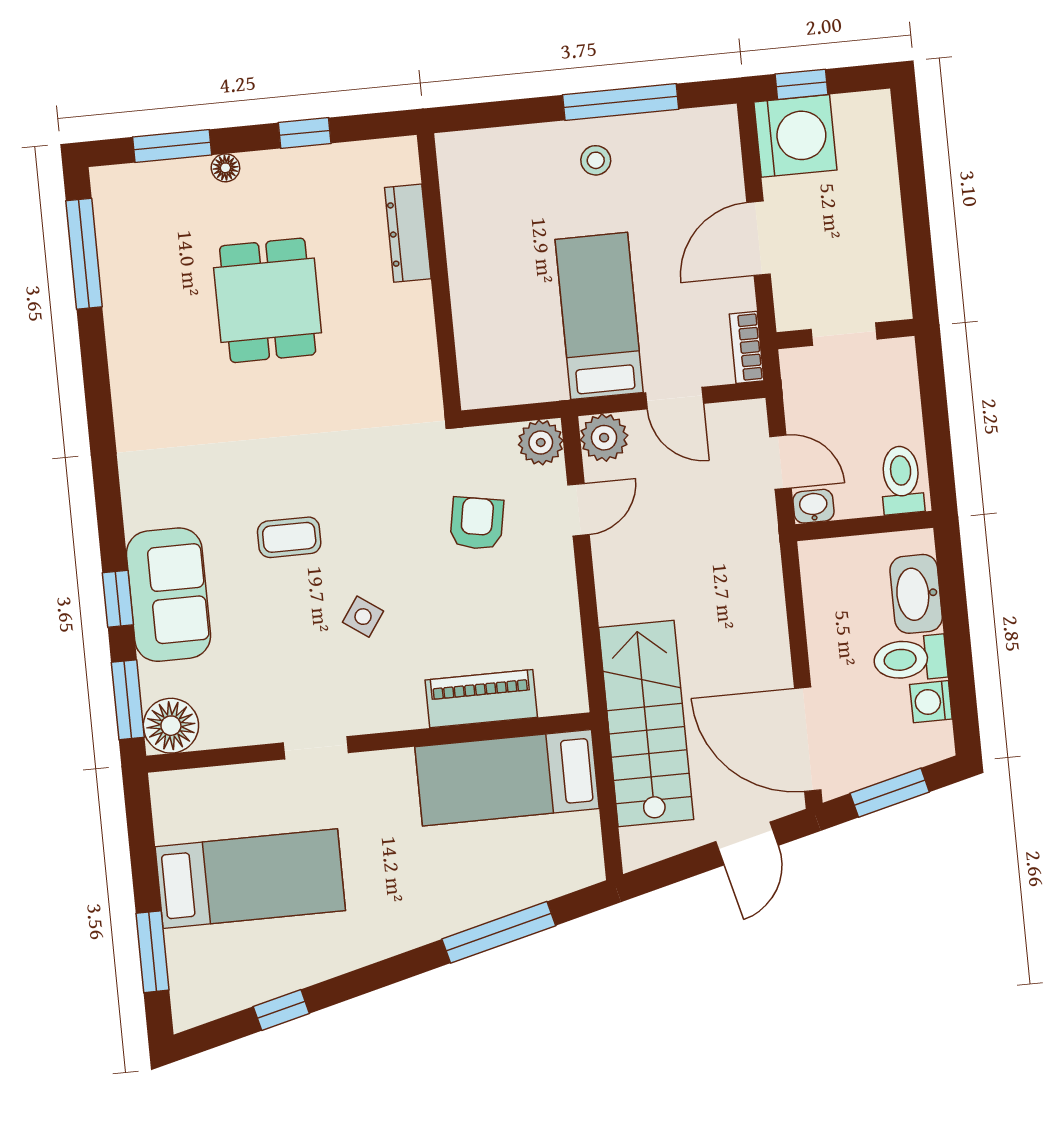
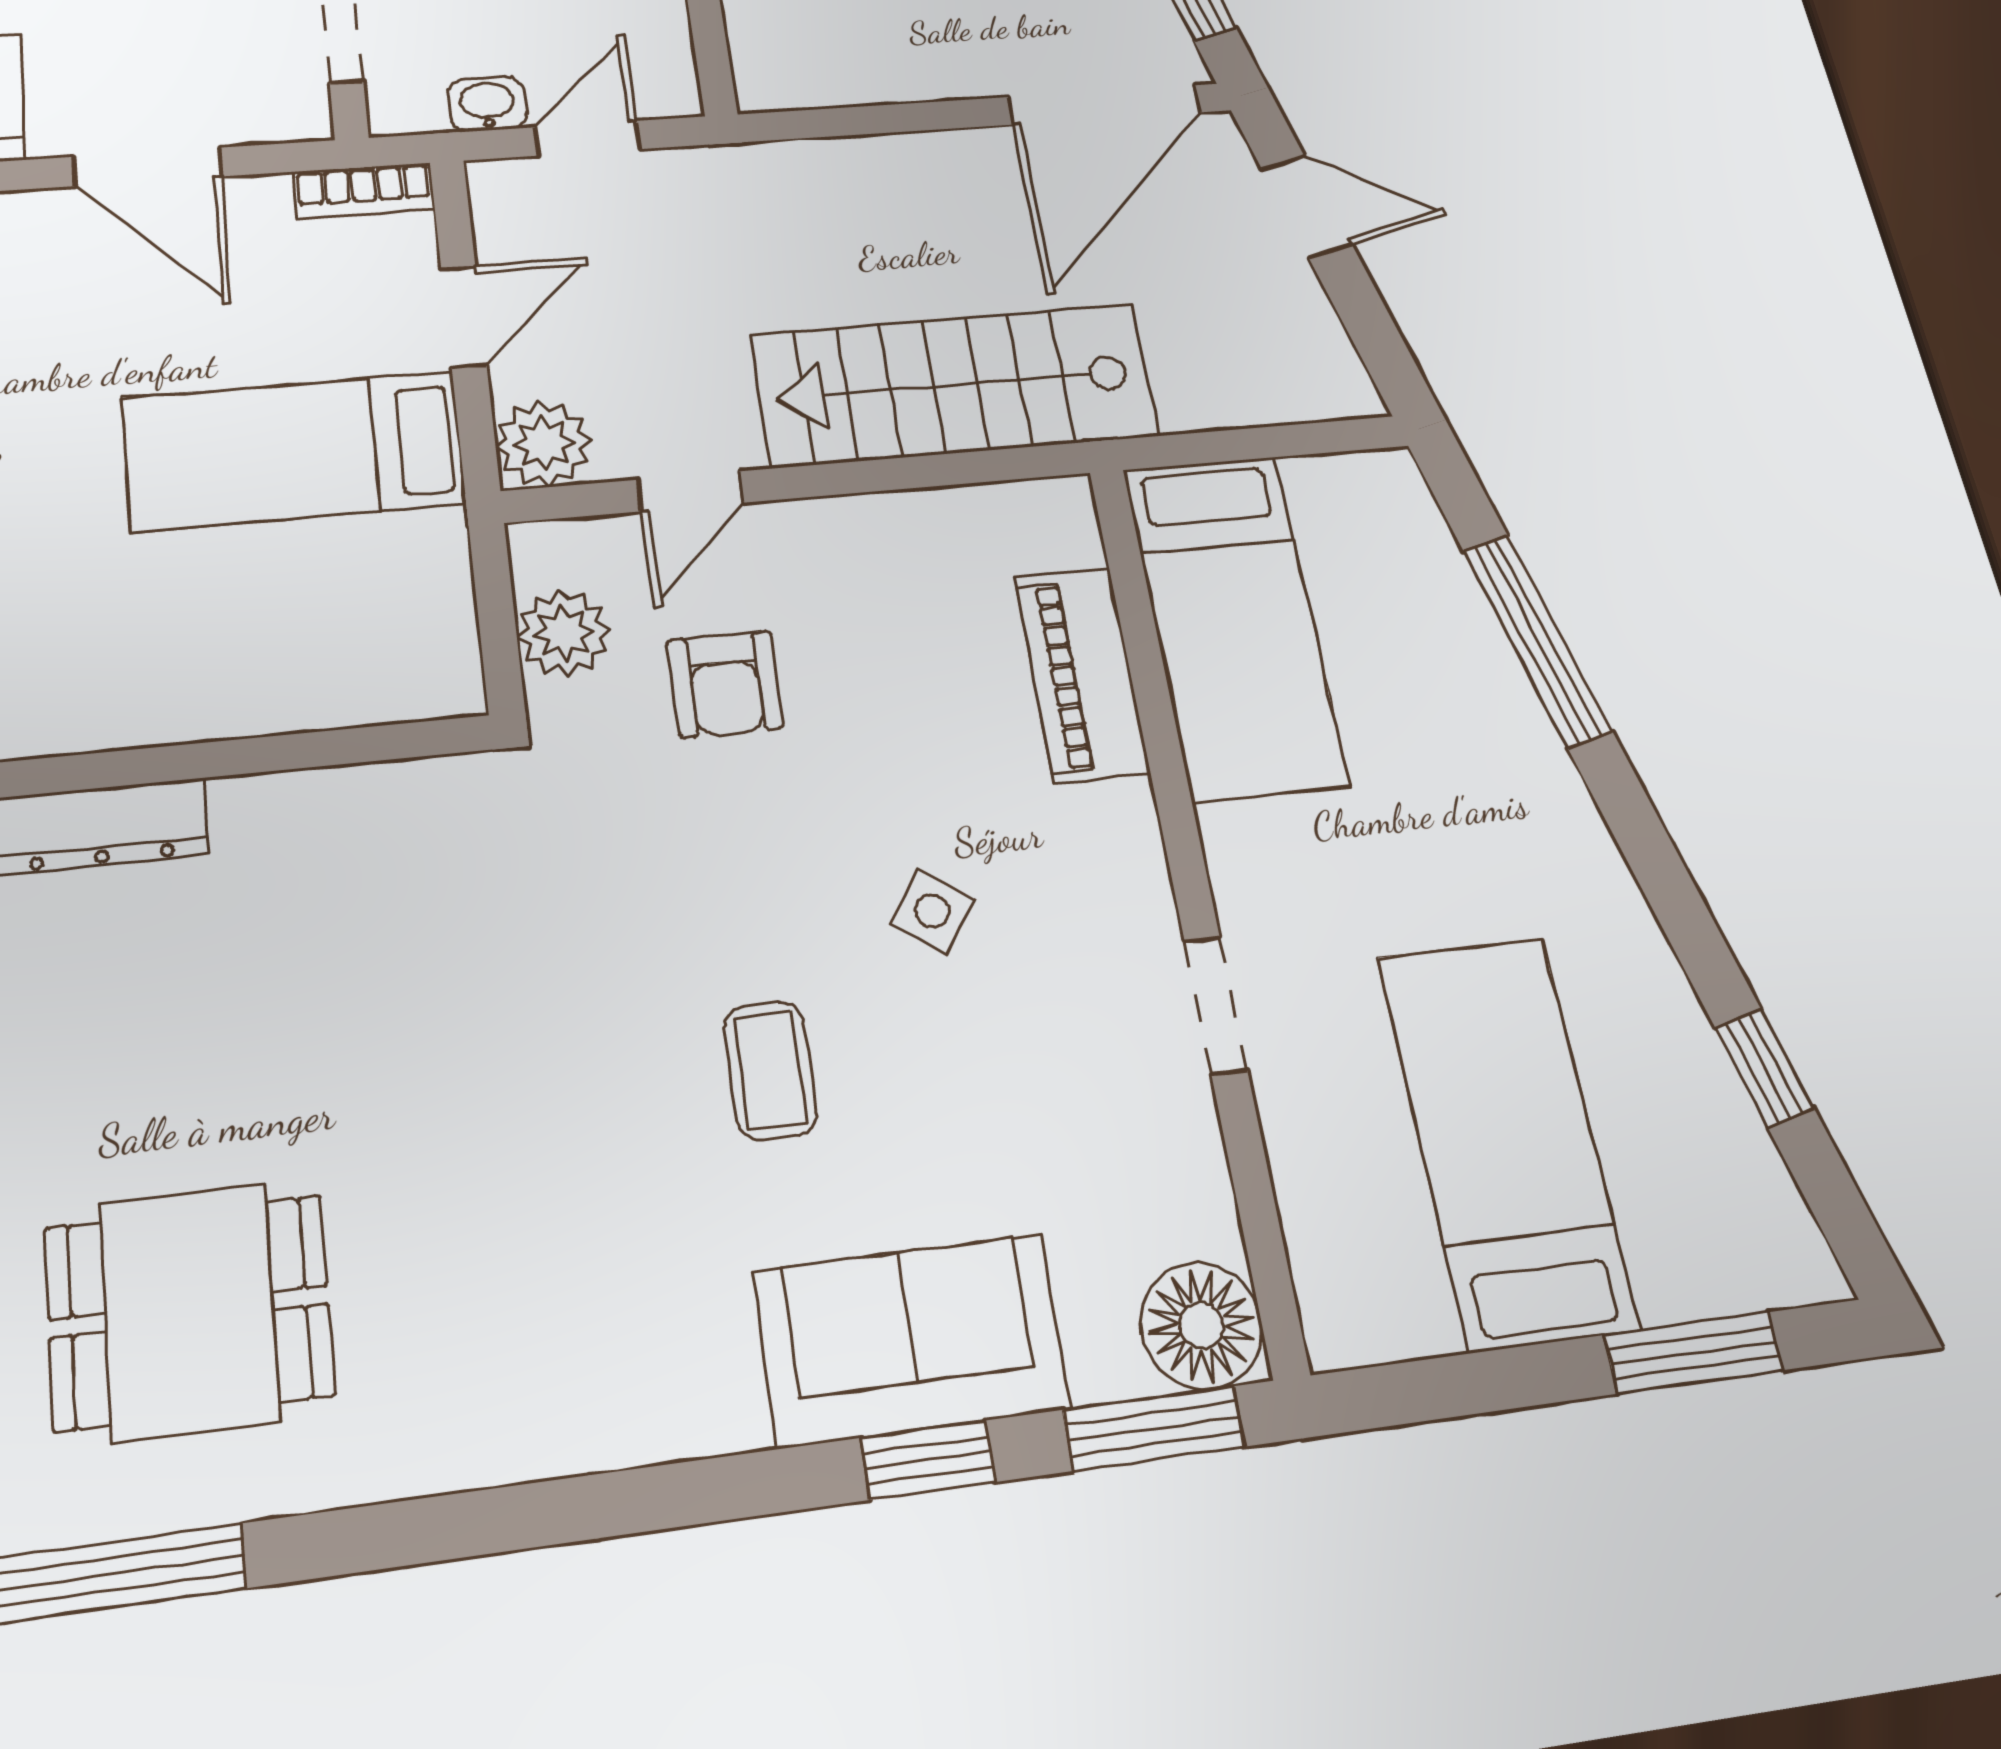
dining table: (268, 300) -> (189, 1312), moved
plant: (541, 442) -> (563, 633), moved
washbasin: (813, 506) -> (487, 104), moved, turned 90
door: (579, 510) -> (690, 491), swing flipped
armchair: (477, 523) -> (725, 684), turned -100
stairs: (646, 723) -> (955, 385), moved

